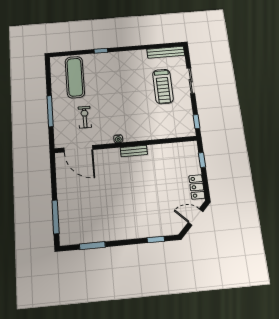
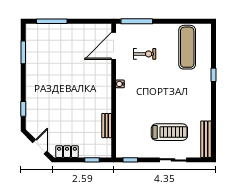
exercise mat: (75, 77) -> (187, 47), turned 90
treadmill: (163, 86) -> (169, 132), turned 180
window: (50, 111) -> (137, 21), moved
bench: (134, 151) -> (107, 126), moved

